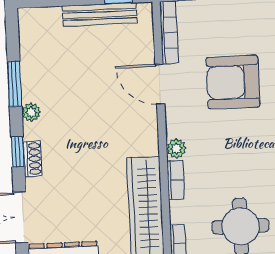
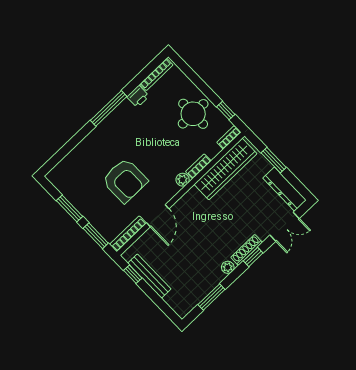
window: (15, 84) -> (211, 297), moved
shoe rack: (33, 159) -> (247, 250), width x1.43

